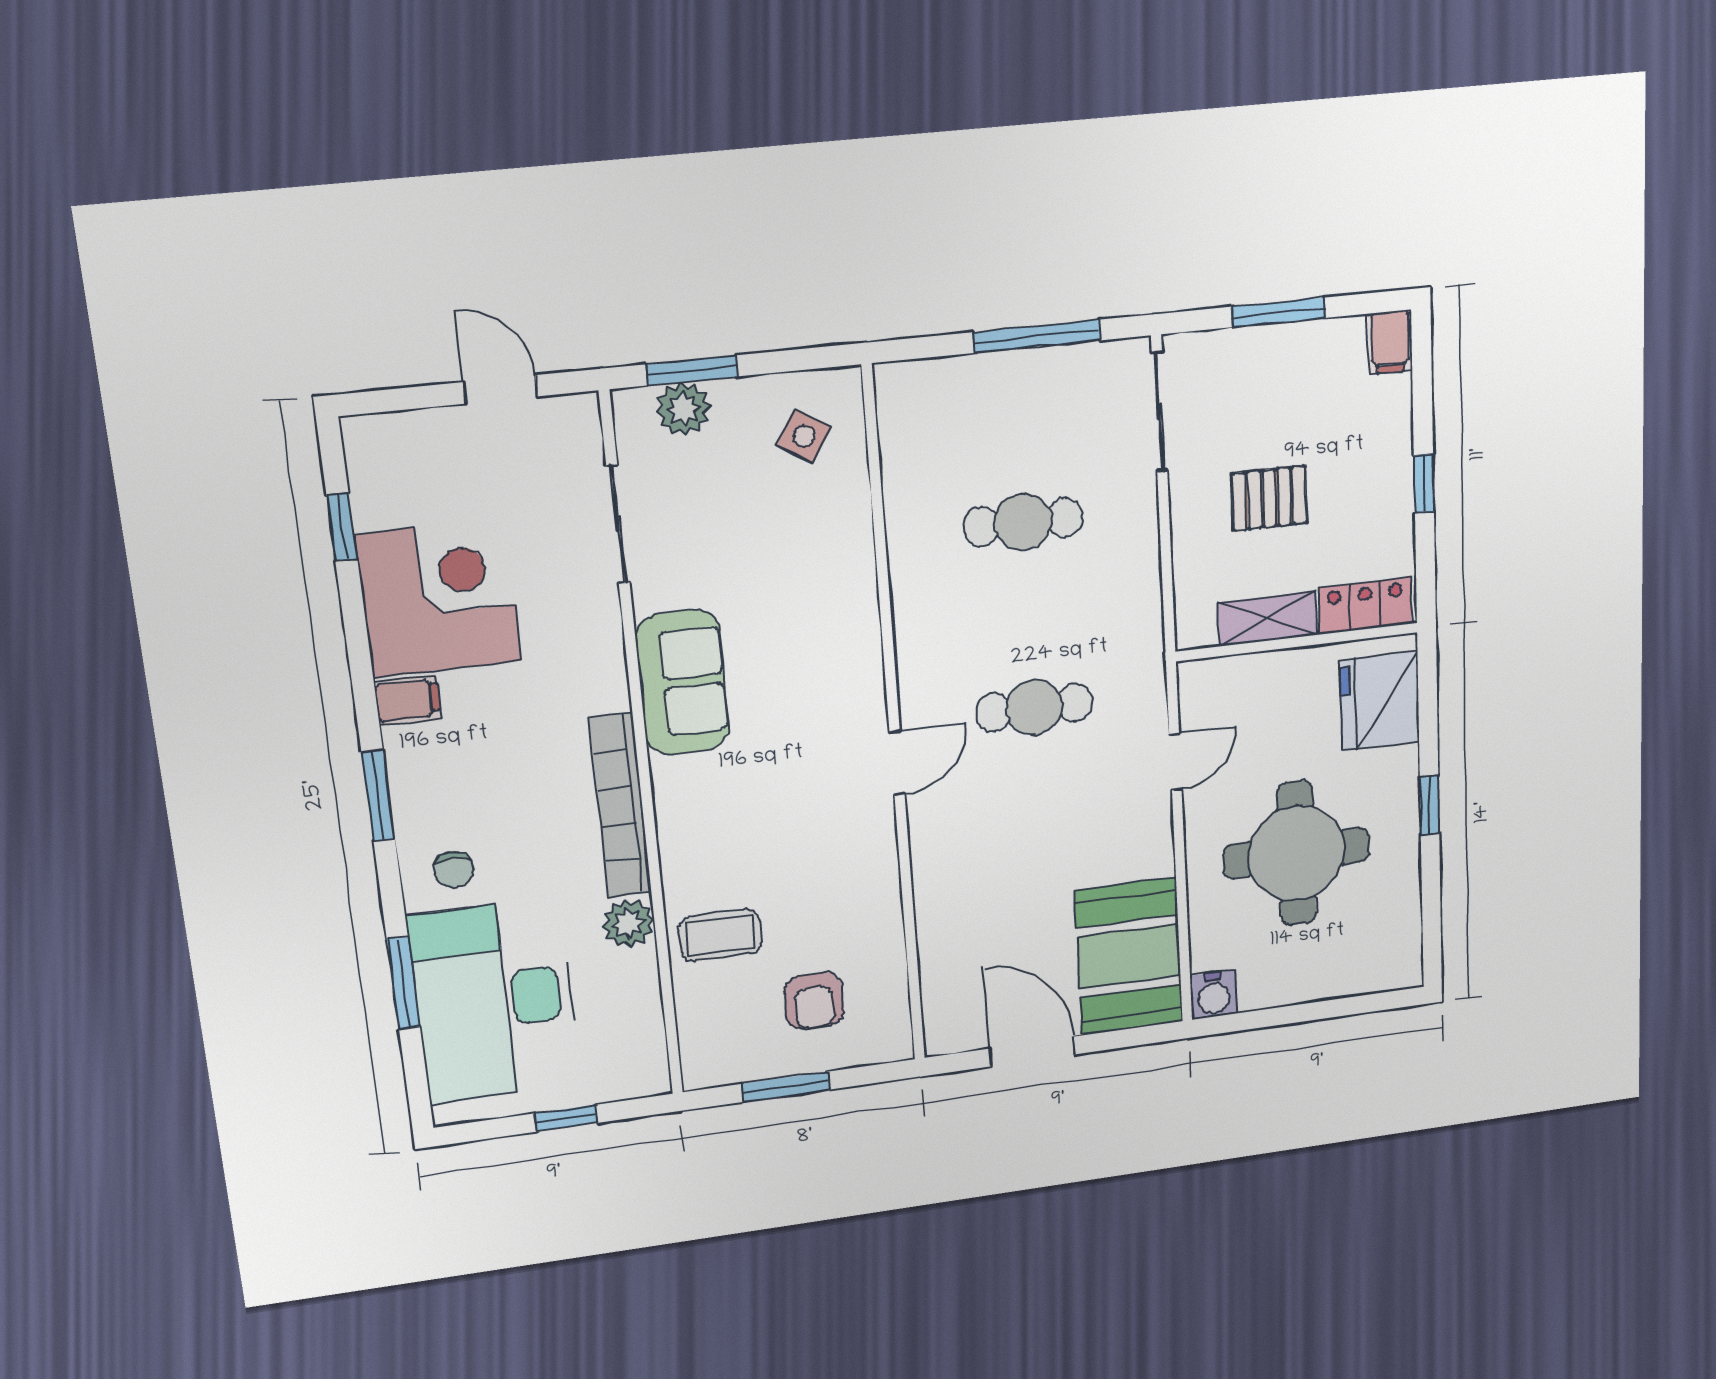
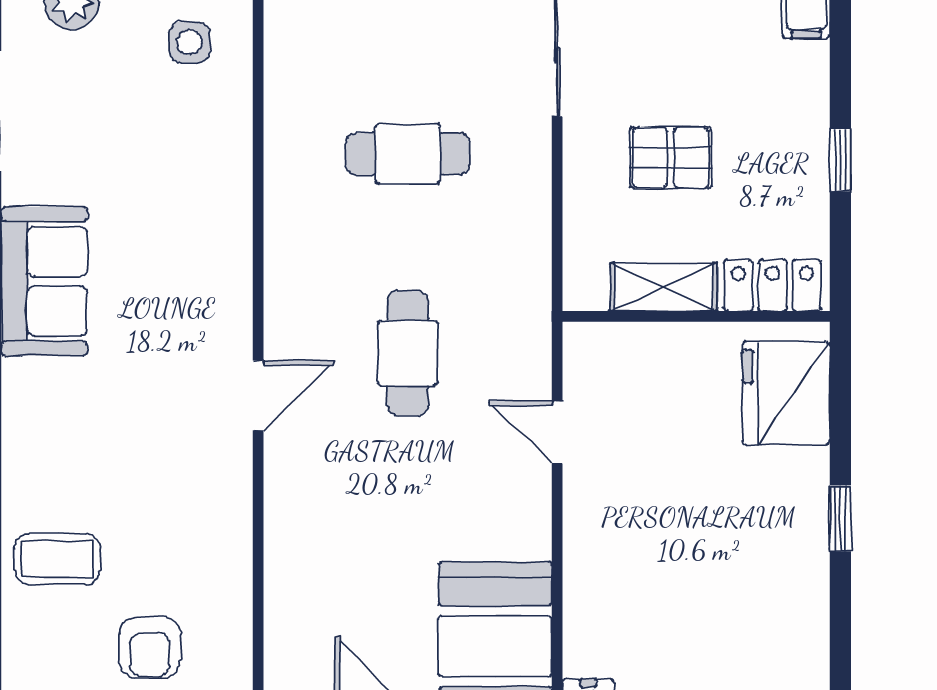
side table: (804, 436) -> (189, 42), turned -33
cafe table: (1034, 707) -> (408, 353), turned 90
door: (1175, 762) -> (557, 432), swing flipped
round table: (1297, 853) -> (688, 553), removed

